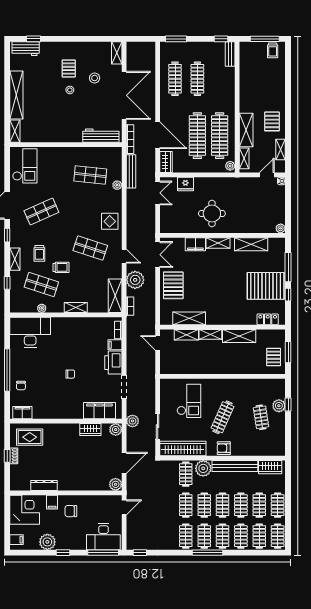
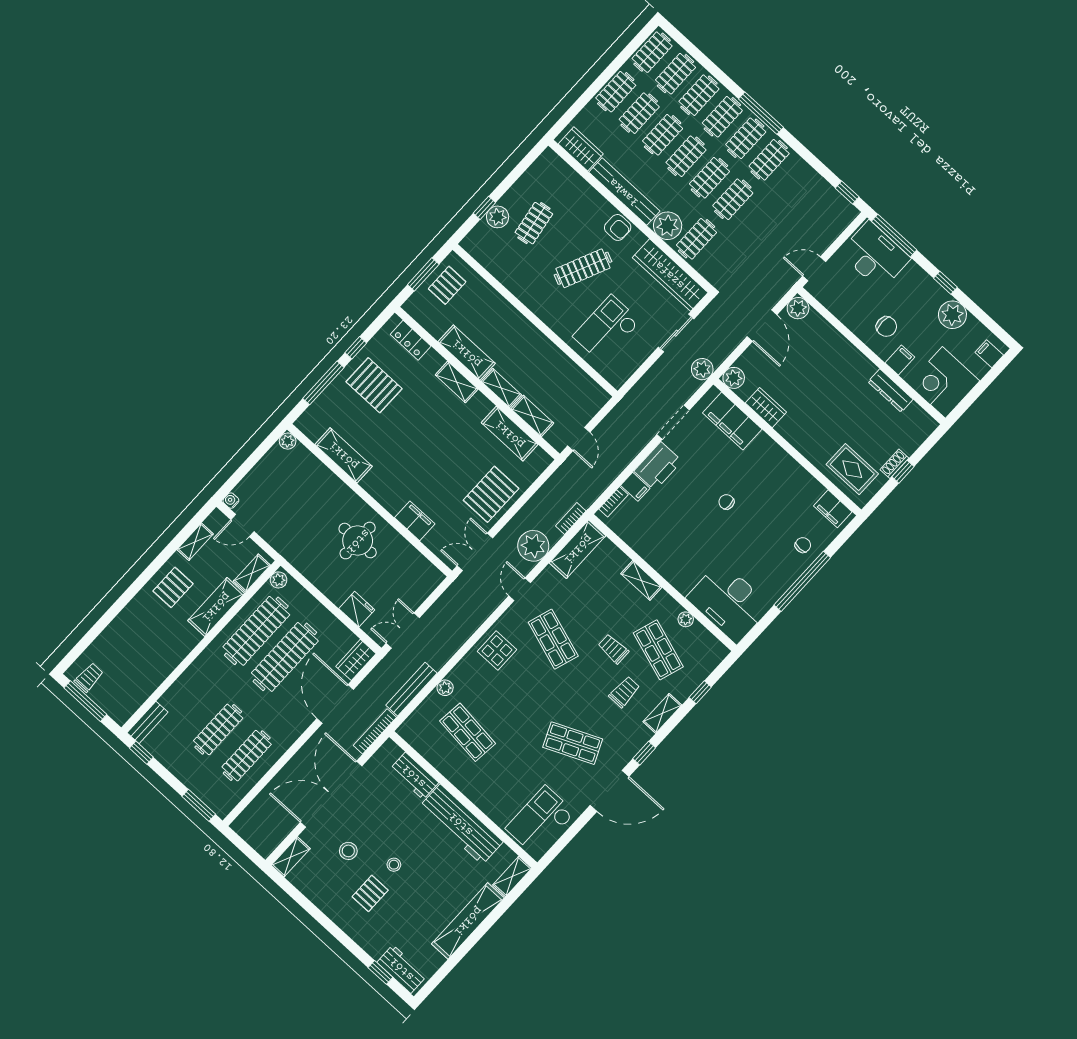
workbench: (57, 133) -> (461, 824), added
workbench: (101, 136) -> (414, 776), width x0.73
shelving: (218, 243) -> (457, 382), moved
pallet: (266, 286) -> (374, 385), width x0.73, depth x0.71
door: (124, 463) -> (762, 326), swing flipped

